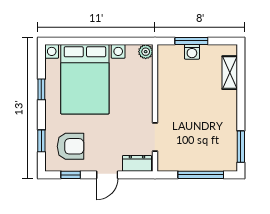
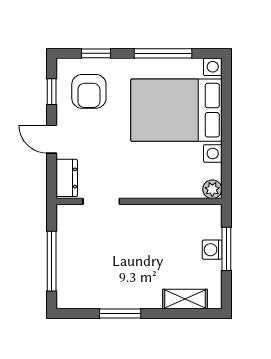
window: (41, 89) -> (163, 53), width x2.17
window: (241, 147) -> (120, 313), moved

